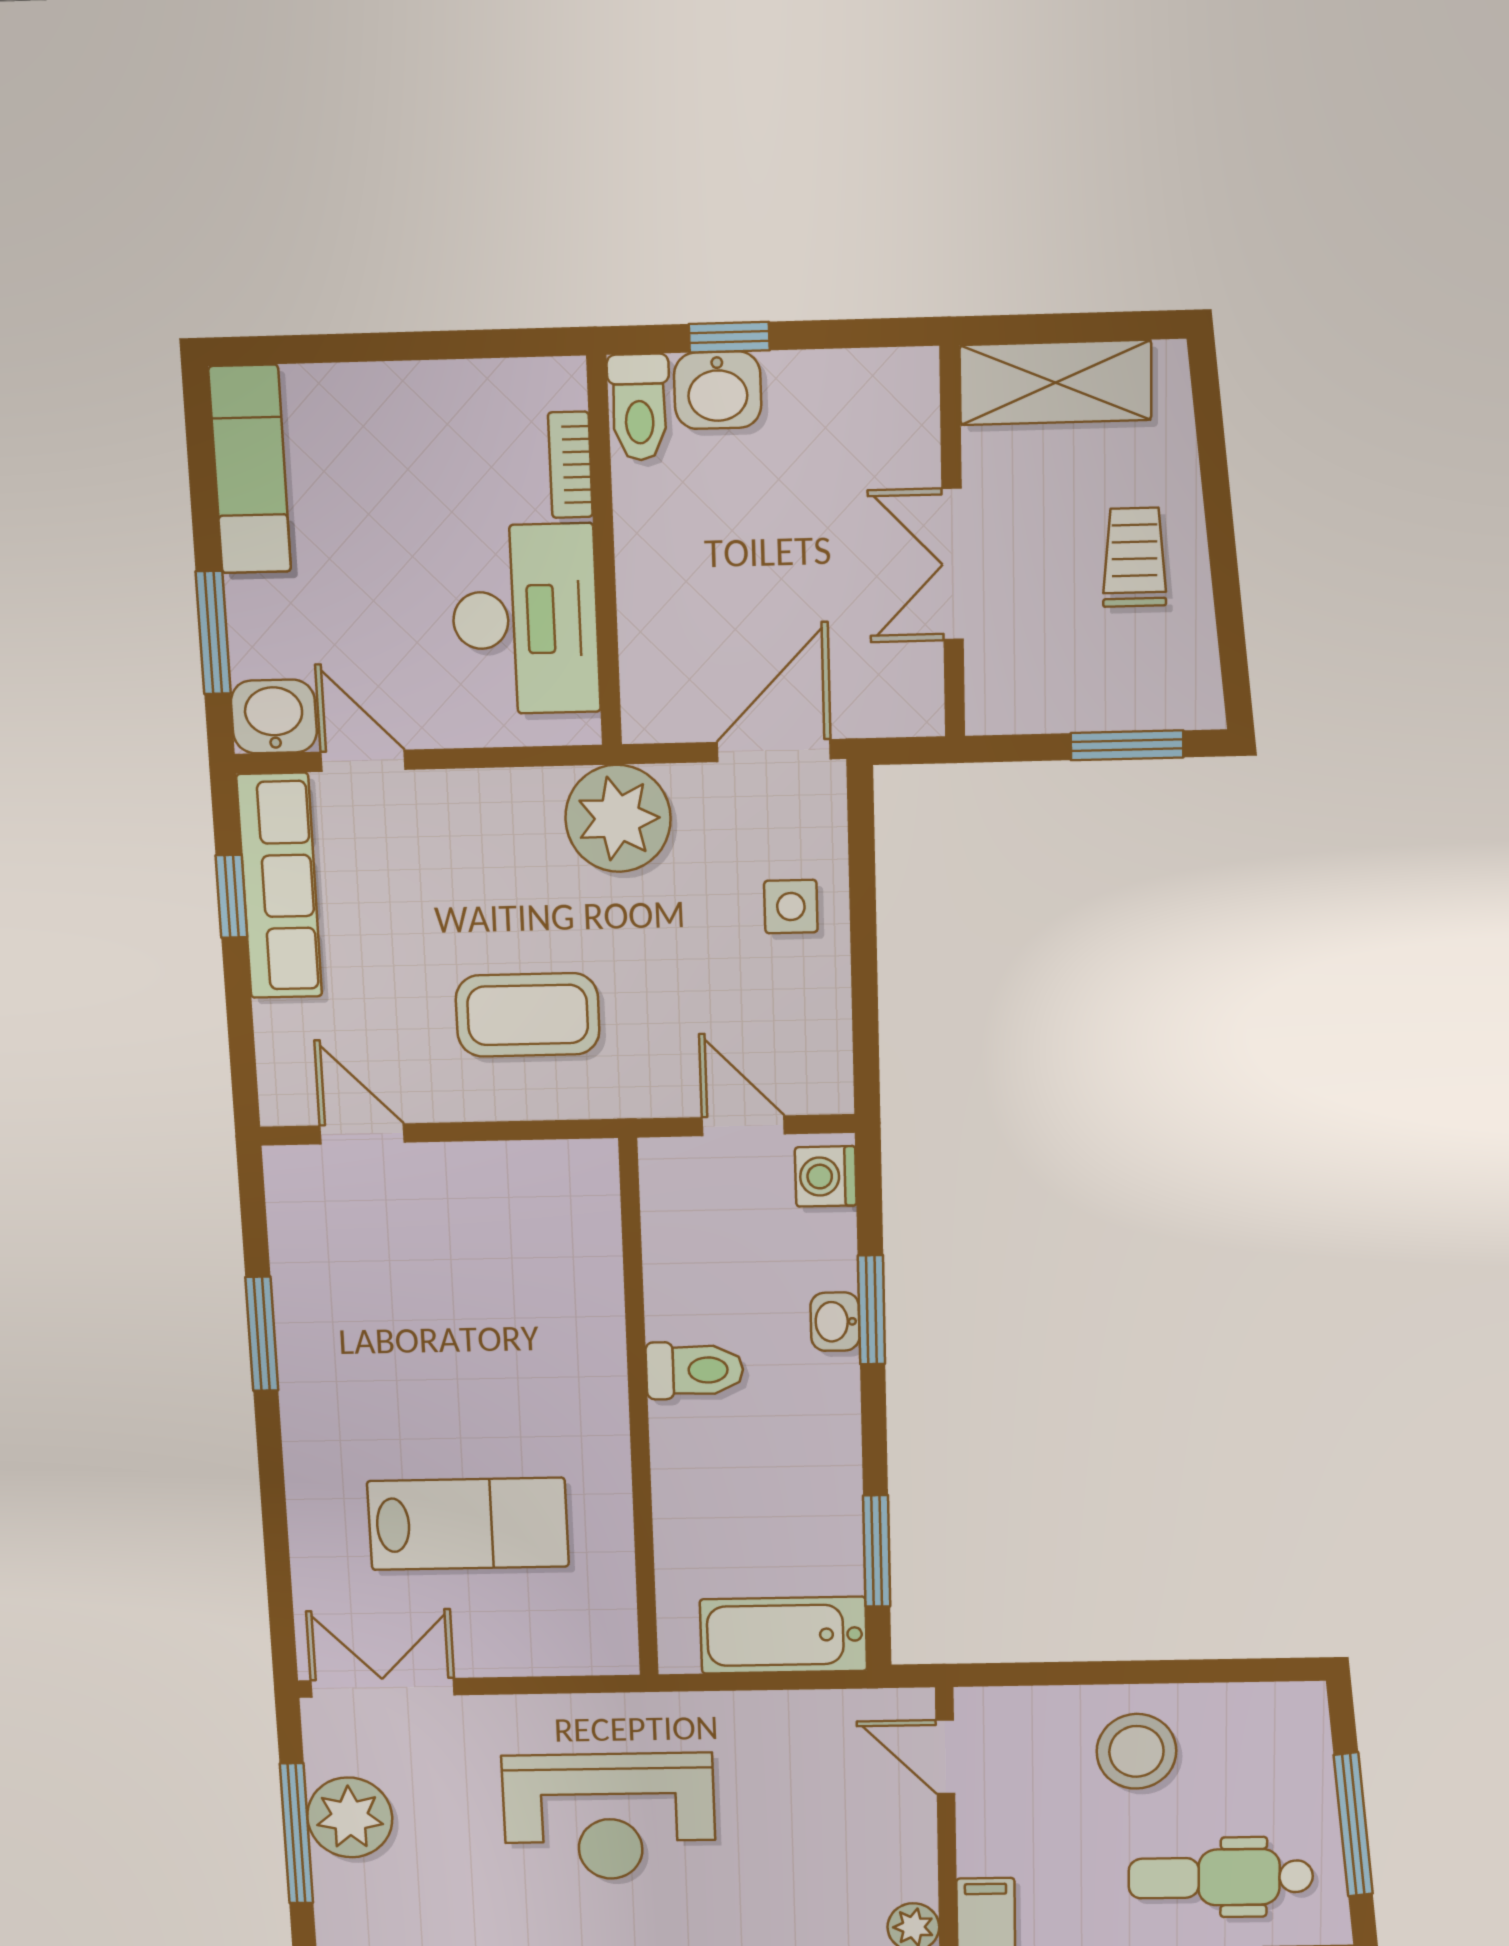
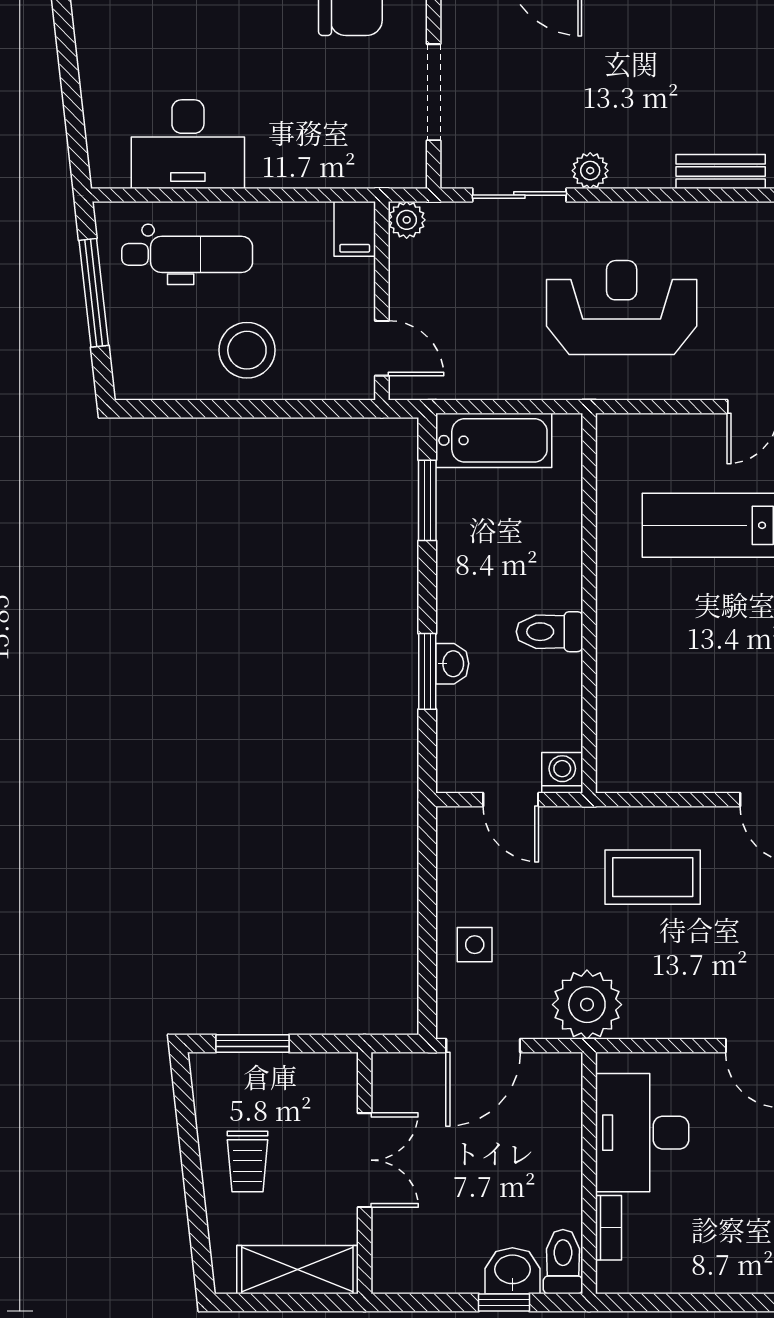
washing machine: (826, 1176) -> (562, 773), moved, turned -90

